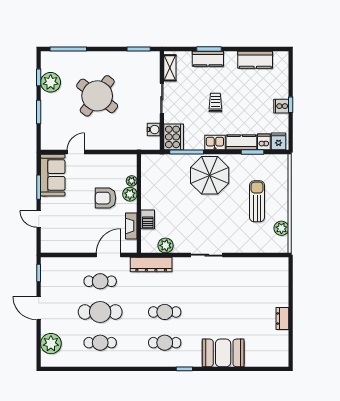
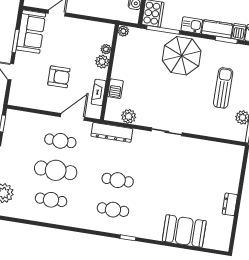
plant: (147, 160) -> (123, 31), added
armchair: (105, 198) -> (59, 77), moved, turned 180
booth: (223, 353) -> (184, 231), moved

